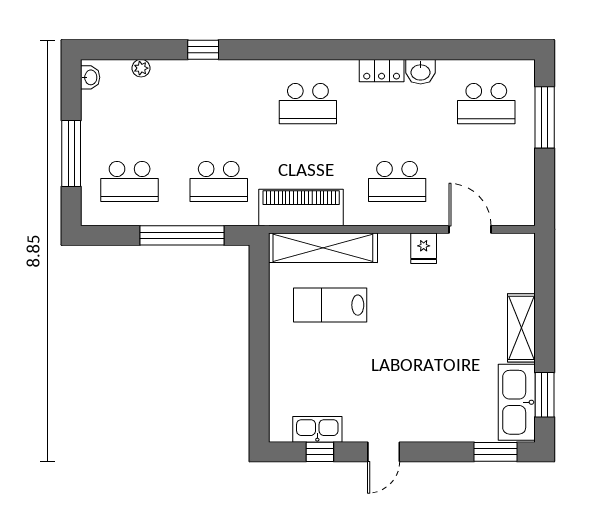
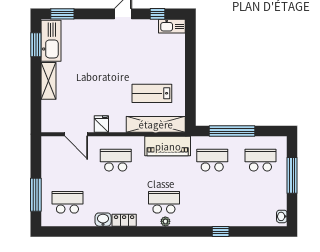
plant: (141, 68) -> (165, 221), moved
lab bench: (330, 305) -> (152, 93), turned 180
kitchen sink: (317, 429) -> (172, 26), moved

